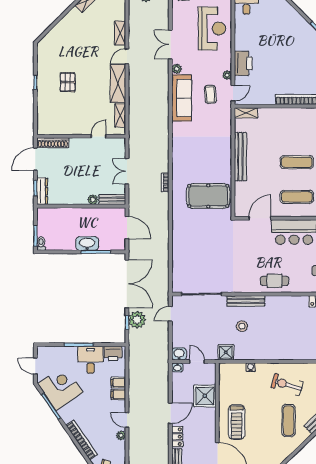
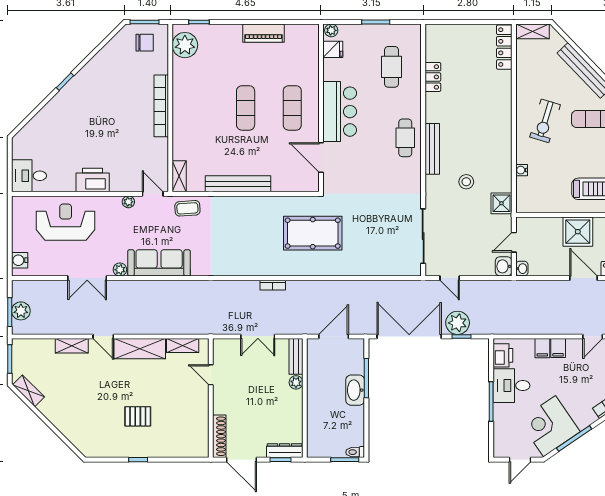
printer: (243, 63) -> (93, 180), moved
coffee table: (210, 94) -> (187, 208), moved
pool table: (208, 196) -> (313, 233), moved, turned 90
bench: (246, 301) -> (432, 149), moved
shower: (205, 396) -> (578, 232), moved

